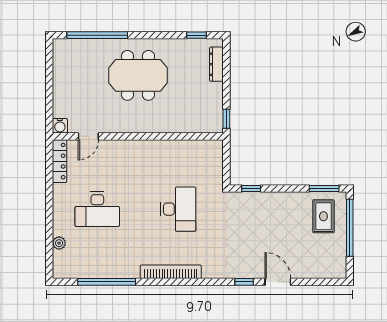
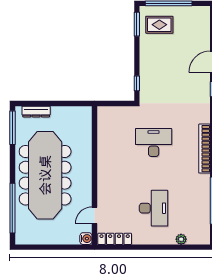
window: (196, 35) -> (12, 128), width x2.17
meeting table: (138, 75) -> (45, 175), width x1.86, depth x1.27
window: (226, 119) -> (80, 103), removed
door: (88, 136) -> (95, 215), swing flipped

